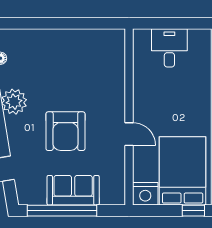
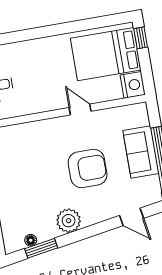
door: (129, 134) -> (80, 109), hinge flipped

